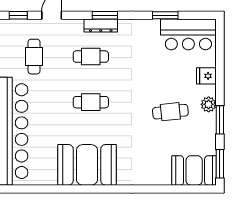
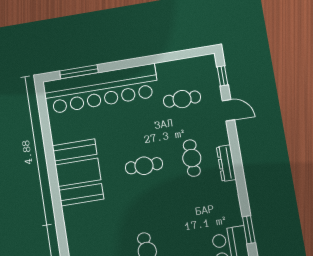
window: (105, 15) -> (238, 166), removed
cafe table: (91, 102) -> (144, 166), turned 90

